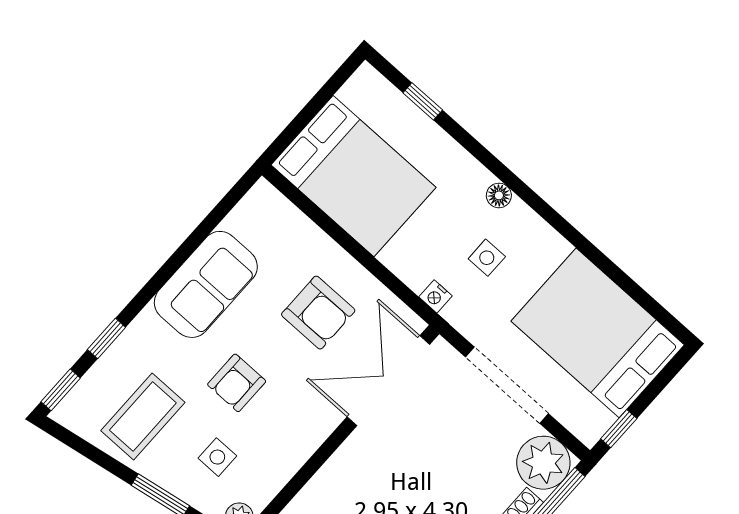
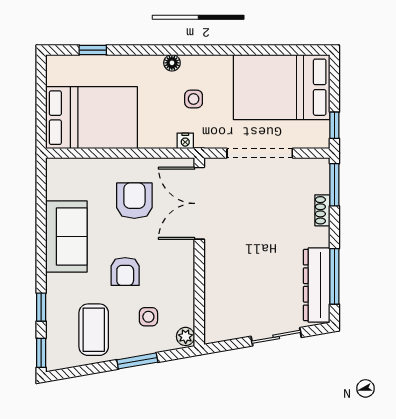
armchair: (318, 313) -> (134, 201), turned -90
plant: (543, 463) -> (312, 175), removed

